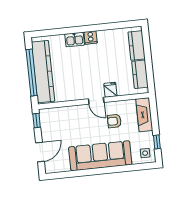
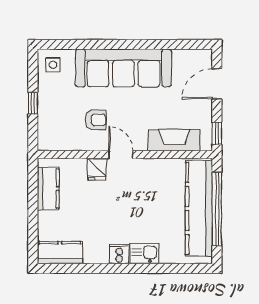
kitchen counter: (137, 45) -> (60, 253), moved, turned -90
fireplace: (144, 115) -> (174, 140), moved, turned -90
window: (157, 142) -> (33, 103), moved

